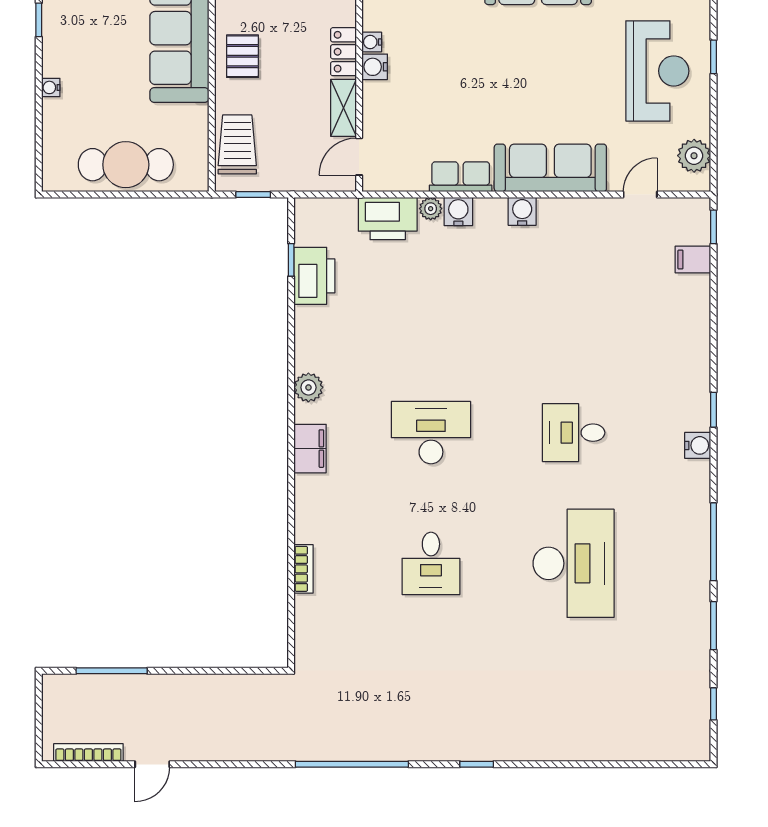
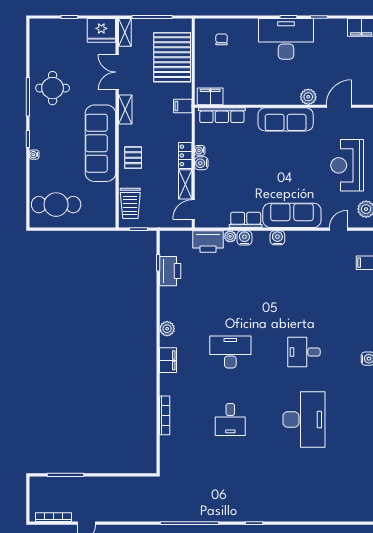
reception desk: (657, 71) -> (347, 165), turned 180
water cooler: (51, 87) -> (34, 155), moved
trolley: (237, 144) -> (130, 203), turned 180
cafe table: (126, 165) -> (56, 205), moved
bookcase: (304, 569) -> (165, 415), width x1.56

